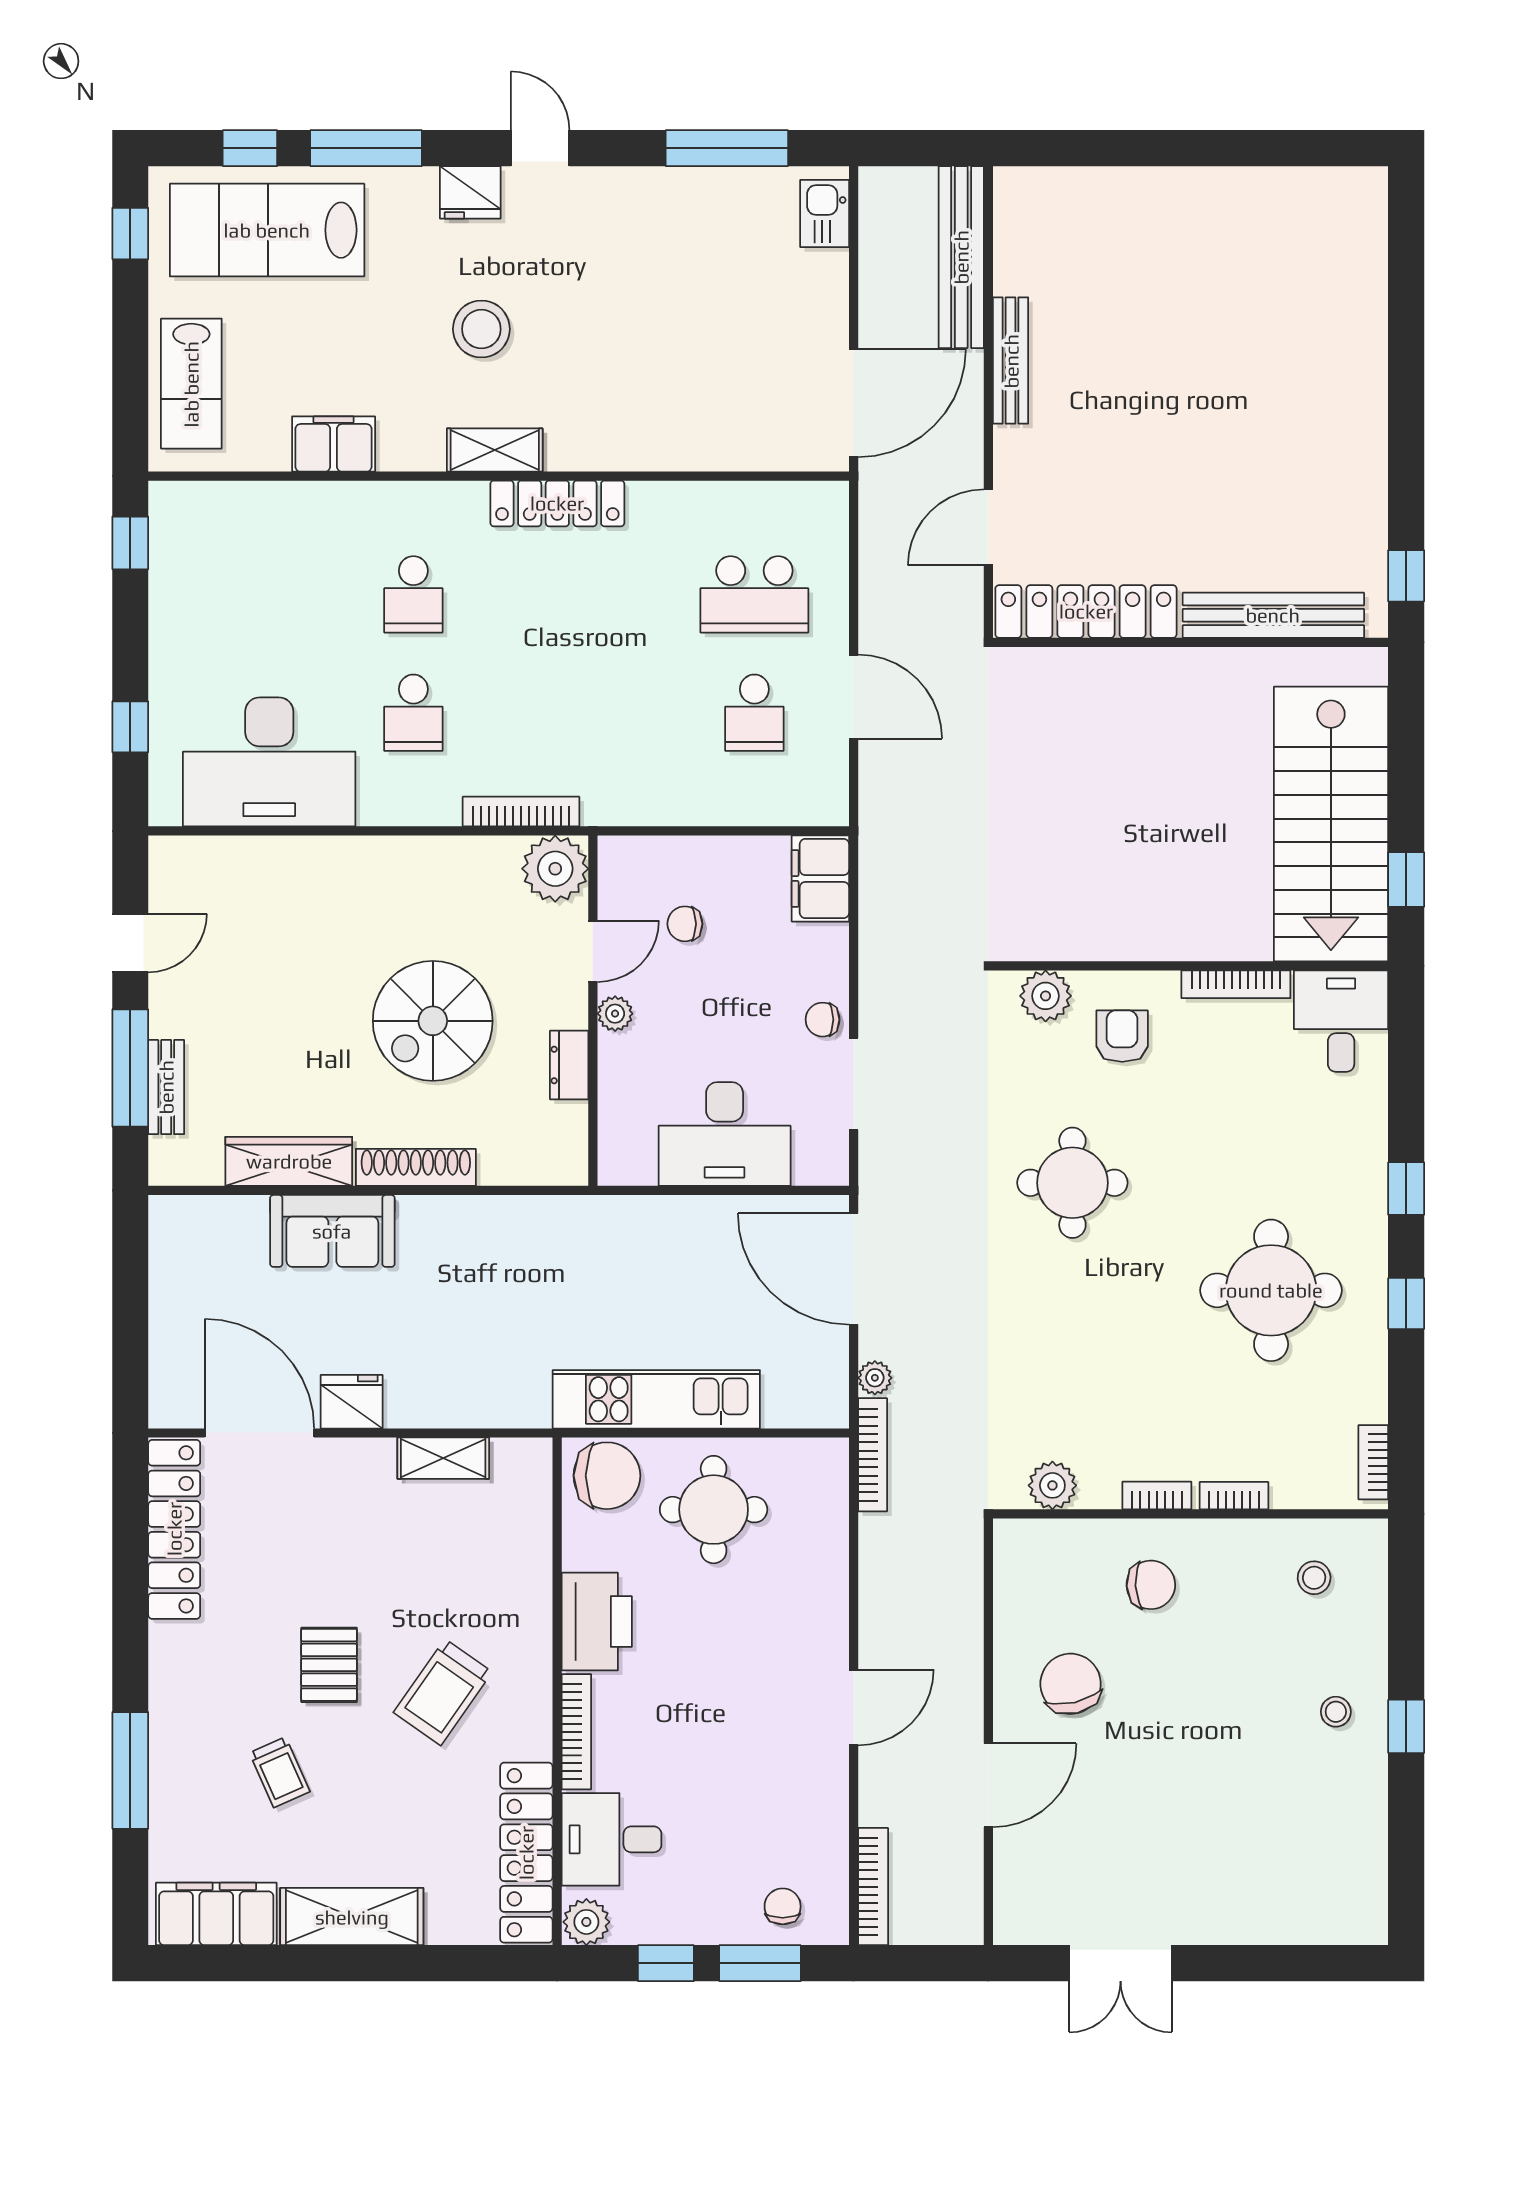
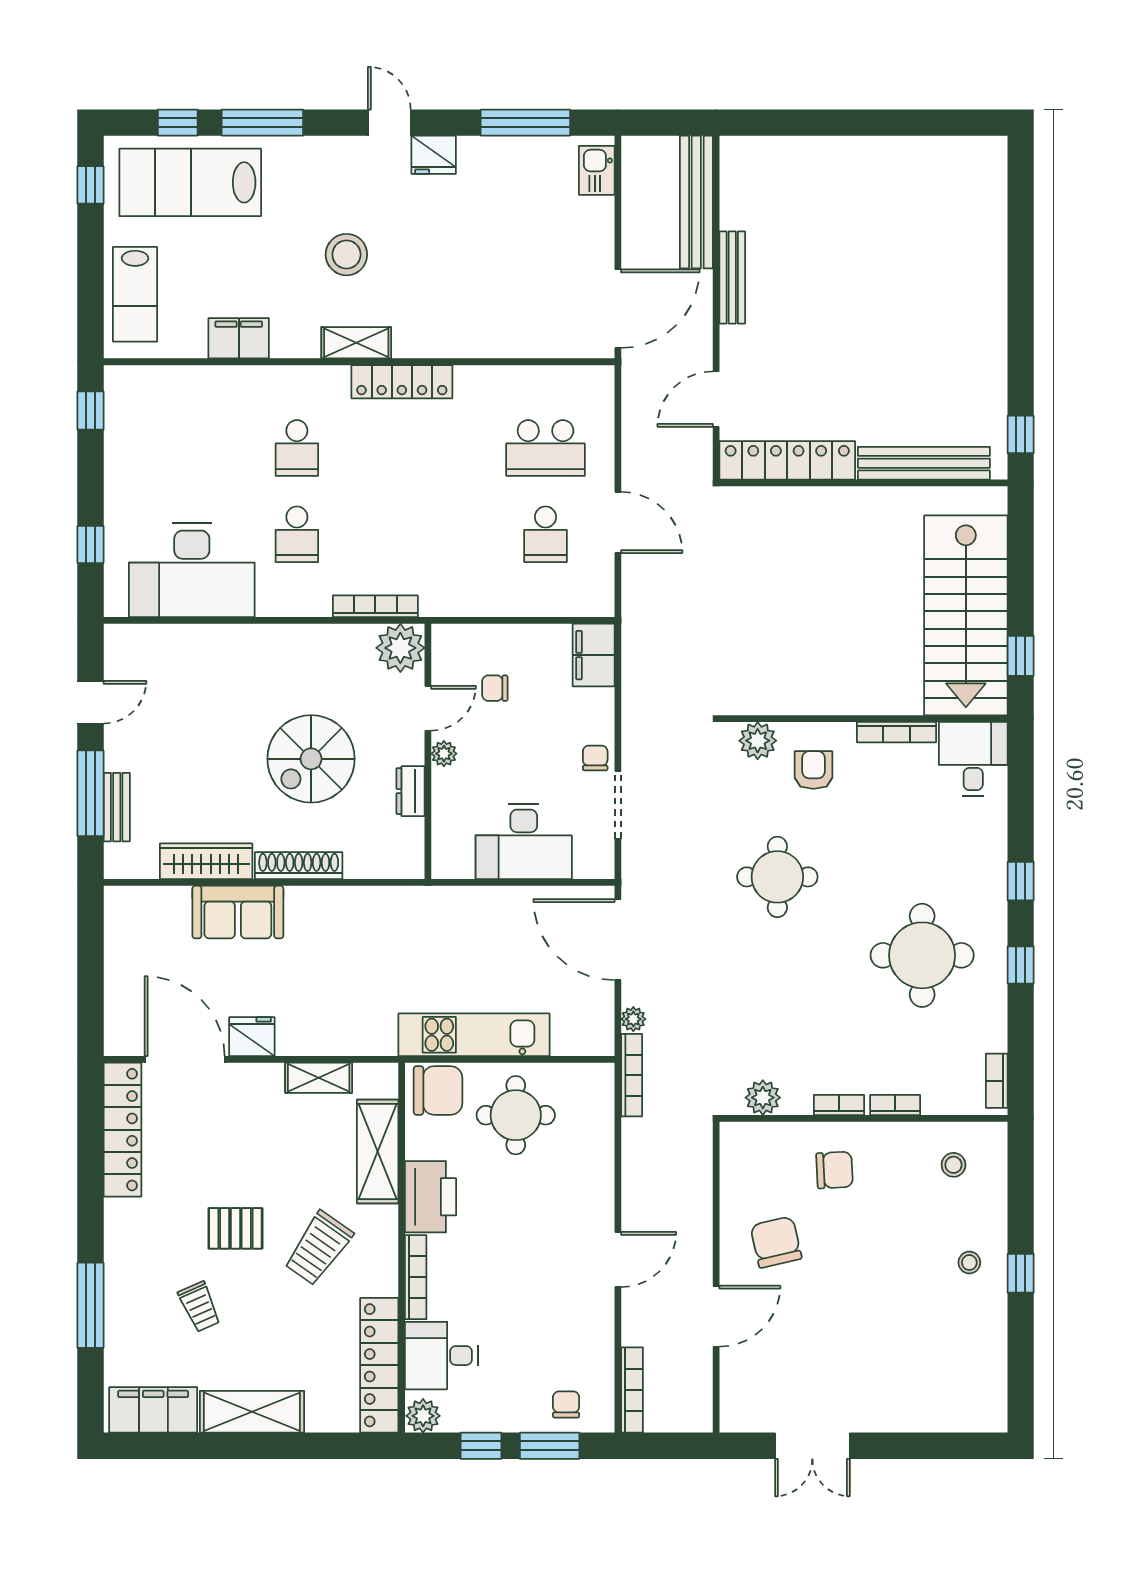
fridge: (470, 192) -> (434, 155), moved
chair: (823, 1020) -> (595, 758), turned 90
shelving: (524, 1559) -> (378, 1152), added
pallet: (329, 1665) -> (235, 1228), turned 90

